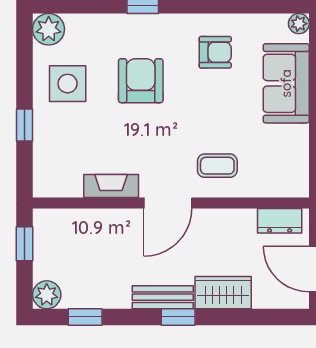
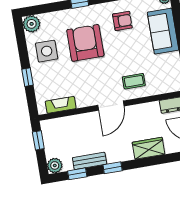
armchair: (141, 81) -> (85, 43), width x1.36, depth x1.36
fireplace: (111, 186) -> (61, 105), moved
bench: (163, 297) -> (90, 161), moved
window: (178, 317) -> (113, 168), moved

